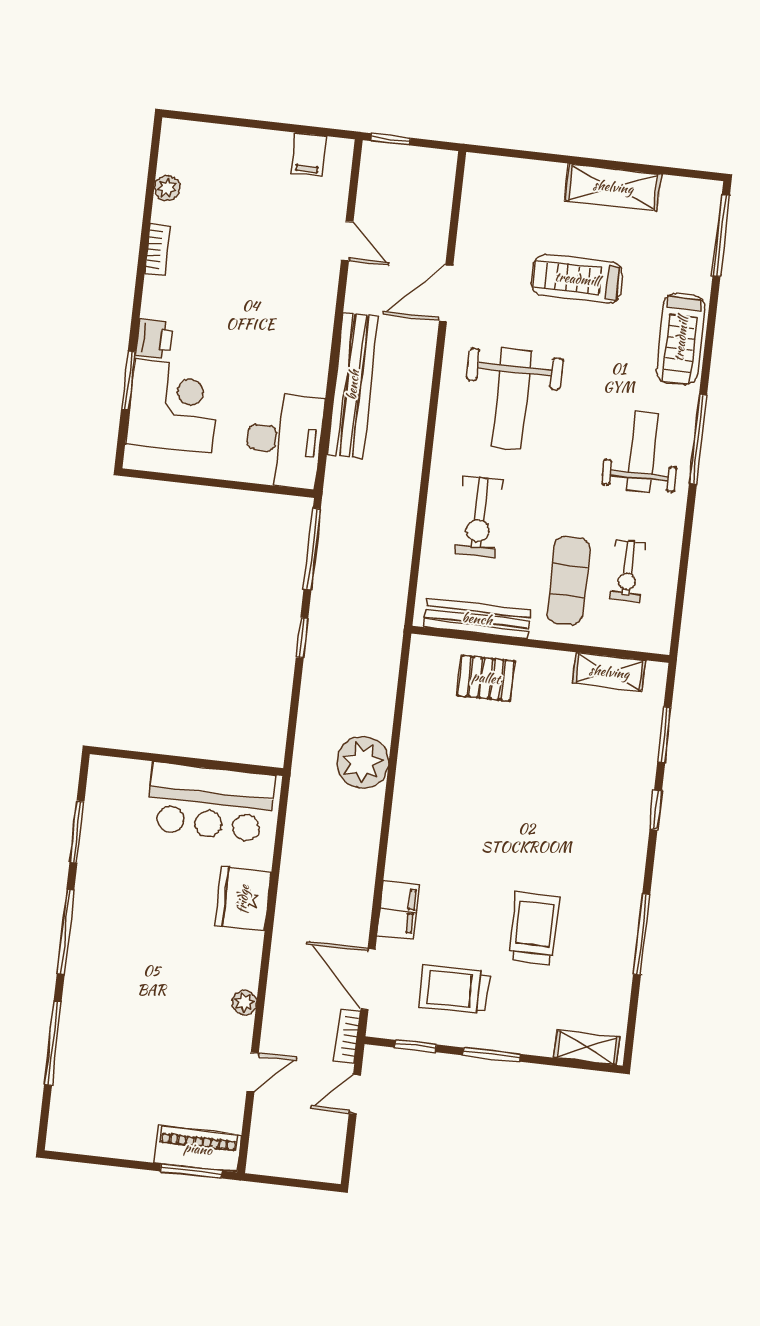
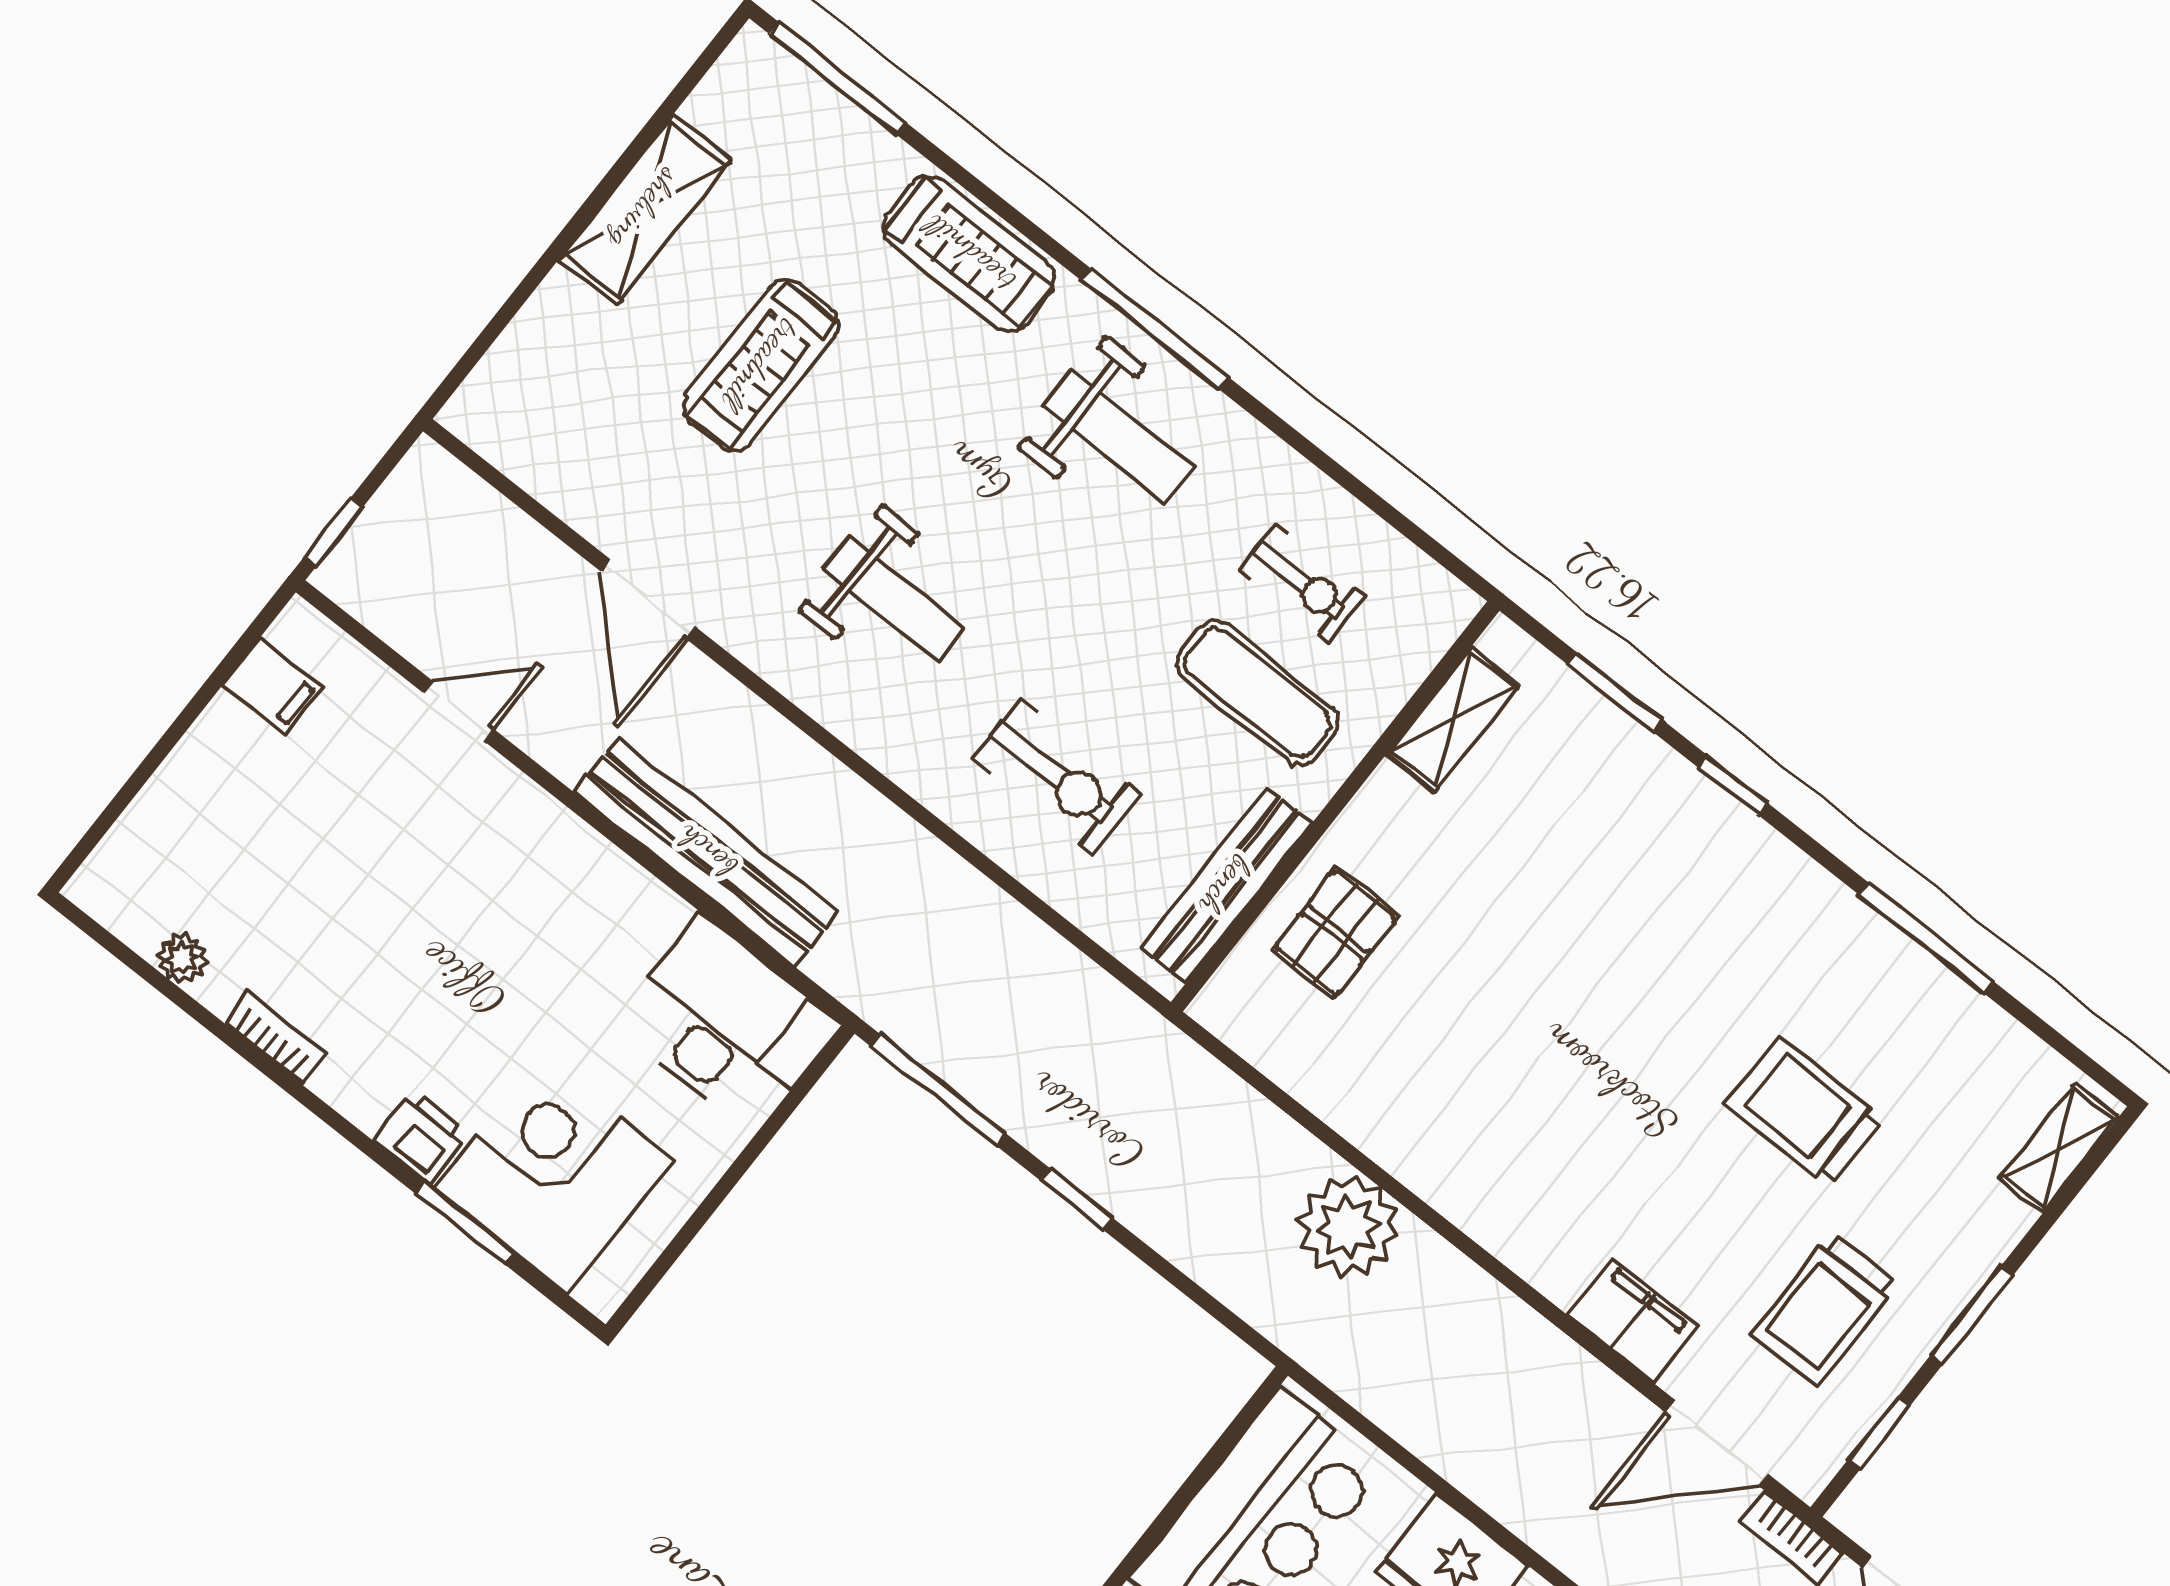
weight bench: (512, 399) -> (894, 599), width x0.73, depth x0.75
weight bench: (642, 452) -> (1119, 436), turned 180

